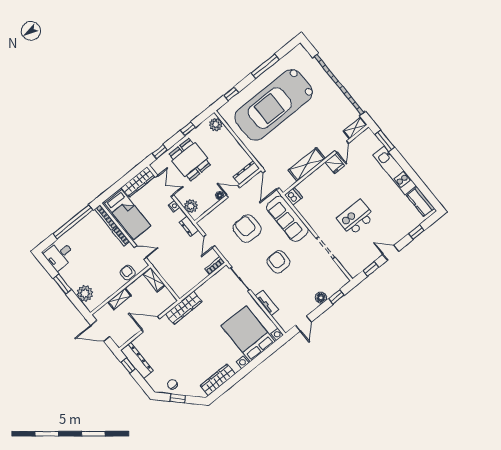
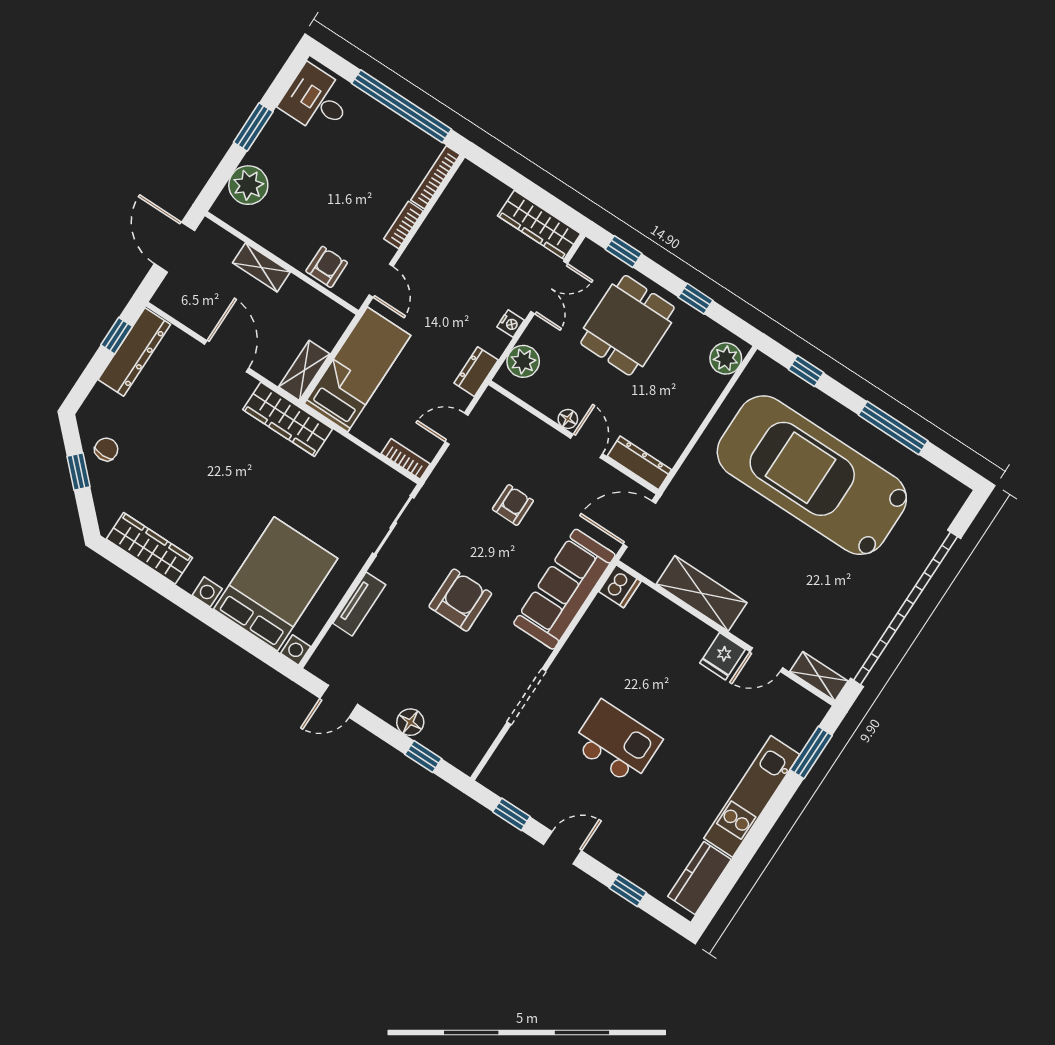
bed: (127, 214) -> (358, 369), moved, turned 180
armchair: (247, 229) -> (513, 505), width x0.53, depth x0.53
door: (391, 253) -> (563, 848), hinge flipped
shelving: (154, 280) -> (304, 370), moved

